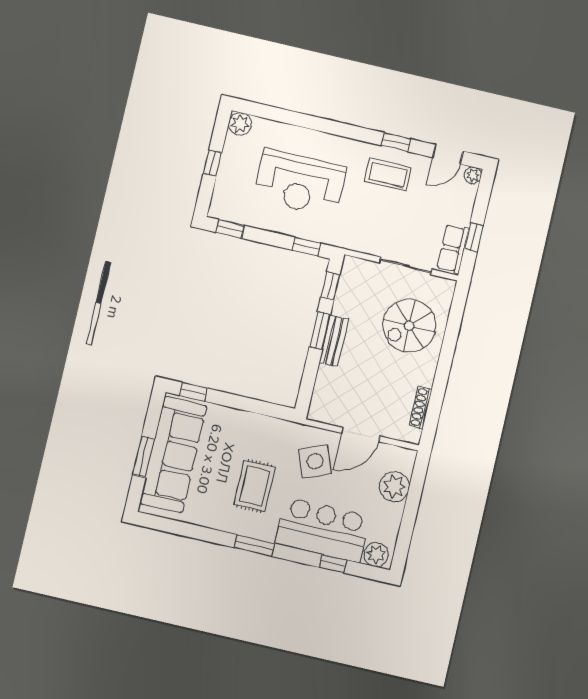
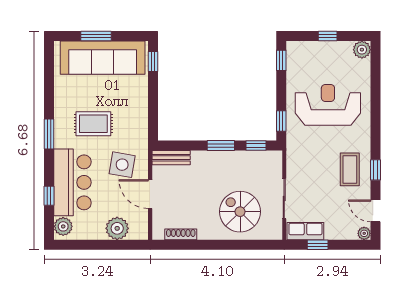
reception desk: (300, 183) -> (328, 105), turned 90
bench: (334, 341) -> (171, 158), moved
side table: (315, 461) -> (122, 165), turned 32

